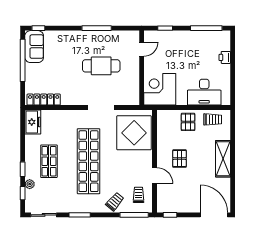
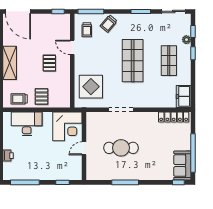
door: (142, 49) -> (84, 148), moved
display table: (134, 133) -> (91, 87), width x0.73, depth x0.73
shop shelf: (89, 161) -> (133, 61), width x0.71

